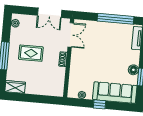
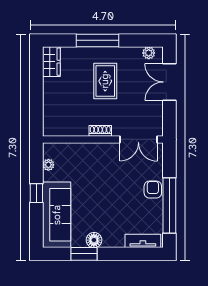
double door: (50, 13) -> (169, 82), moved
armchair: (104, 29) -> (153, 190), added

